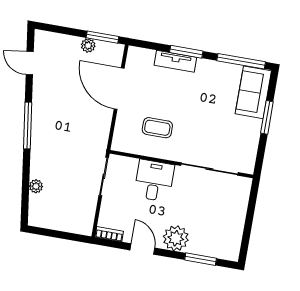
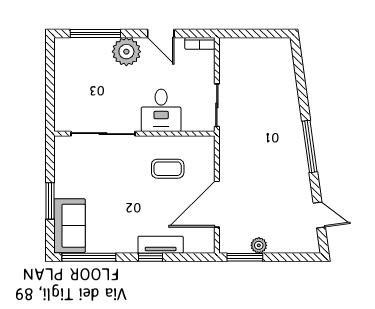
window: (186, 52) -> (151, 257), width x0.67
door: (119, 89) -> (217, 204), swing flipped
plant: (36, 186) -> (289, 82), removed
window: (201, 259) -> (95, 33), width x1.44

